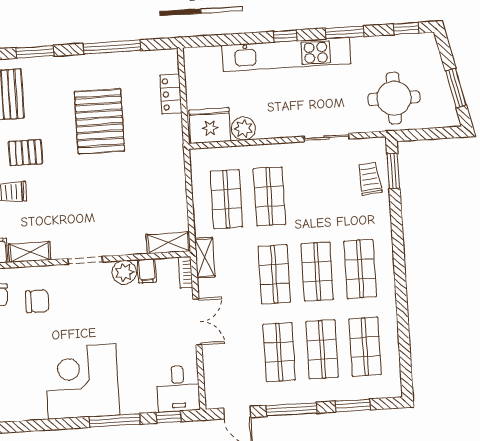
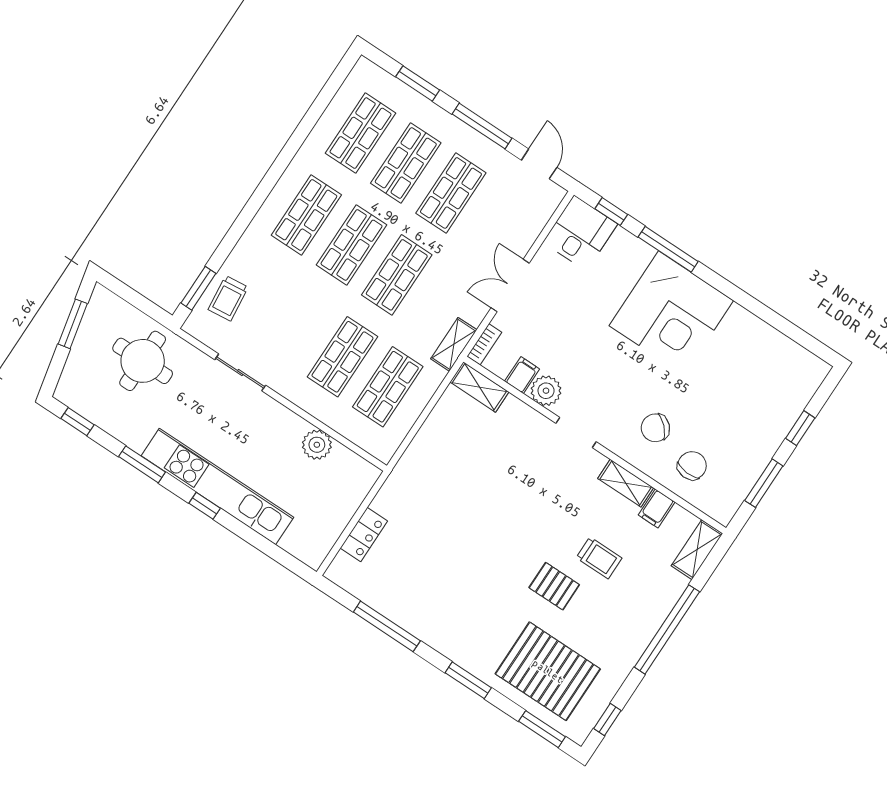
pallet: (99, 121) -> (456, 561), removed
fridge: (210, 125) -> (348, 473), removed
chair: (37, 301) -> (655, 428), turned -46

